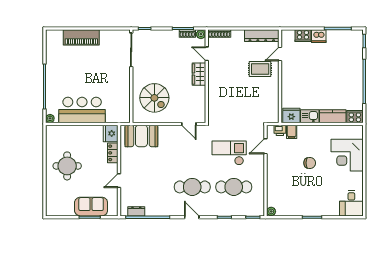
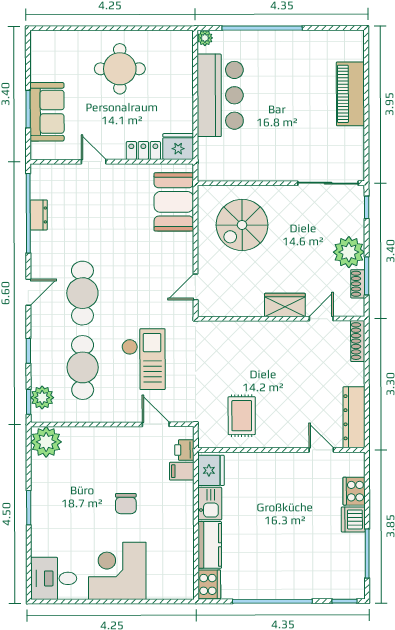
plant: (201, 34) -> (349, 252), moved, width x1.87, depth x1.87
rug: (260, 69) -> (242, 416), moved
corner desk: (347, 155) -> (117, 571), moved
plant: (250, 210) -> (42, 398), added
dresser: (136, 211) -> (39, 215), moved
plant: (271, 211) -> (46, 442), width x1.88, depth x1.88

